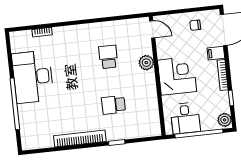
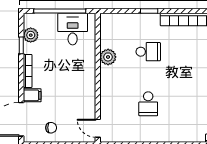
plant: (146, 63) -> (108, 57), moved
corner desk: (177, 76) -> (76, 76), removed
plant: (225, 120) -> (31, 35), moved

